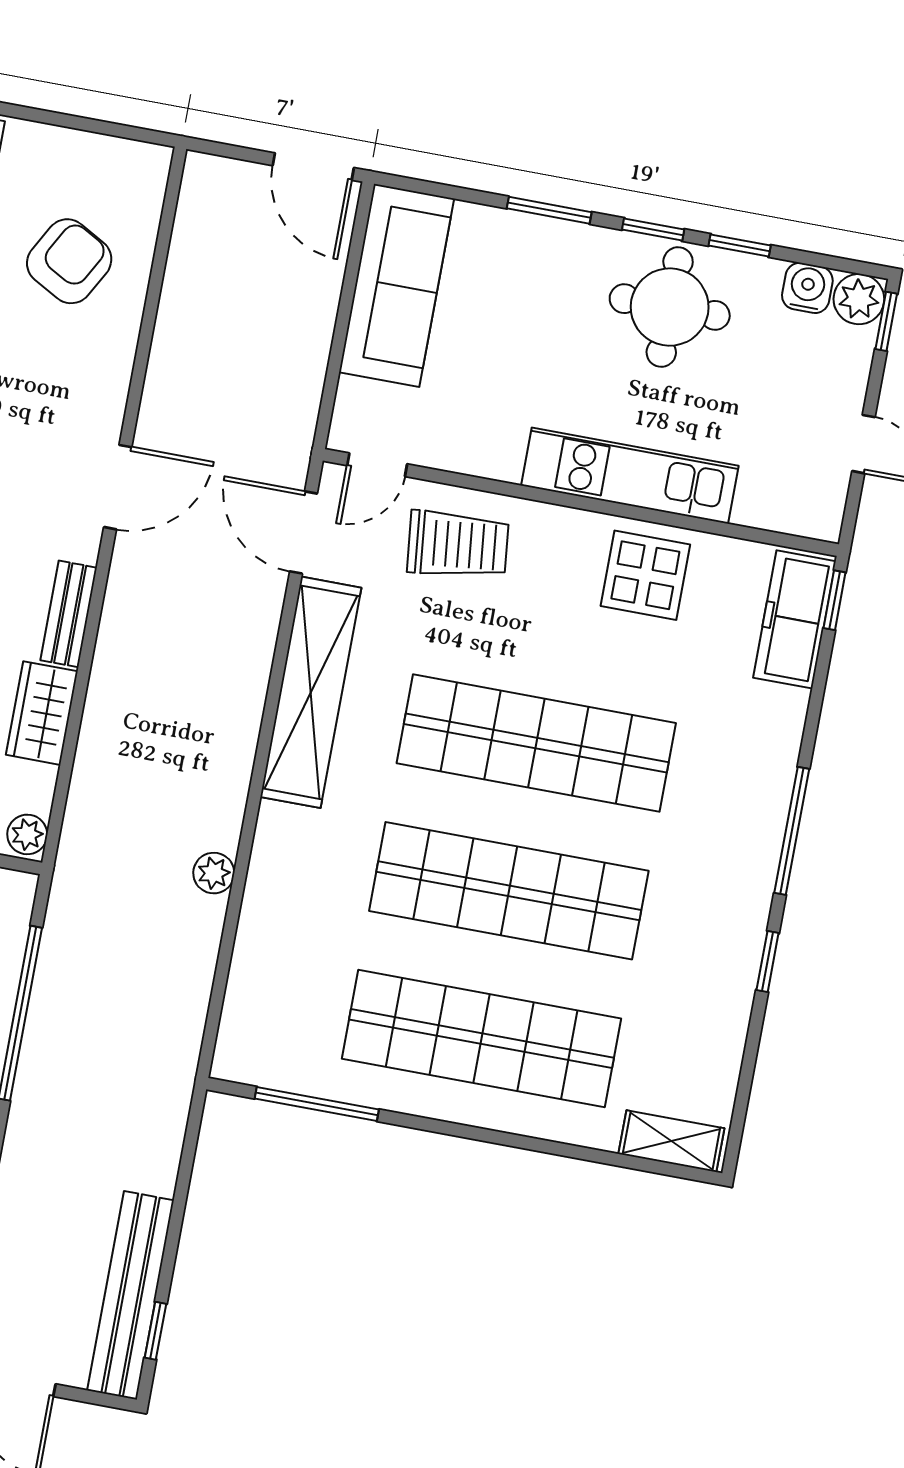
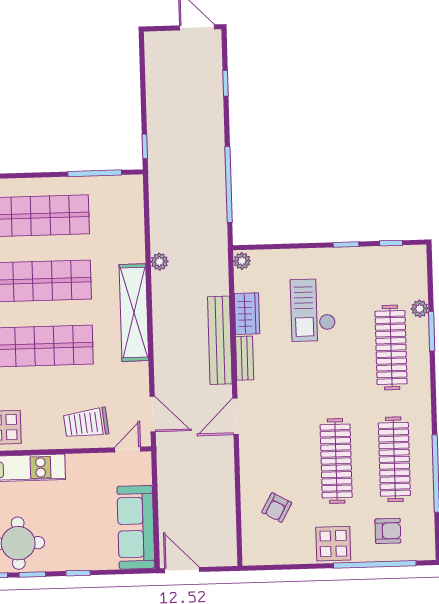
window: (549, 210) -> (78, 573), width x0.67
armchair: (69, 261) -> (277, 508), width x0.72, depth x0.72
shelving: (311, 692) -> (134, 313), moved
bench: (131, 1295) -> (220, 340), moved
window: (156, 1331) -> (145, 146), moved

